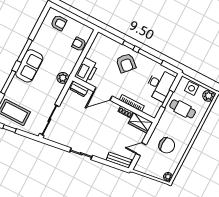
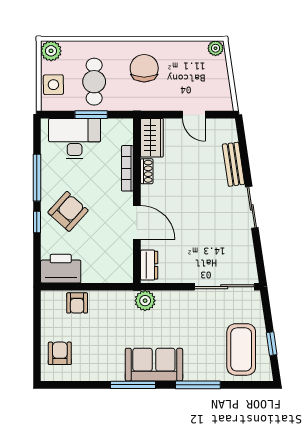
printer: (87, 71) -> (61, 269), moved
chair: (167, 145) -> (144, 68), moved
bench: (119, 160) -> (233, 164), moved

